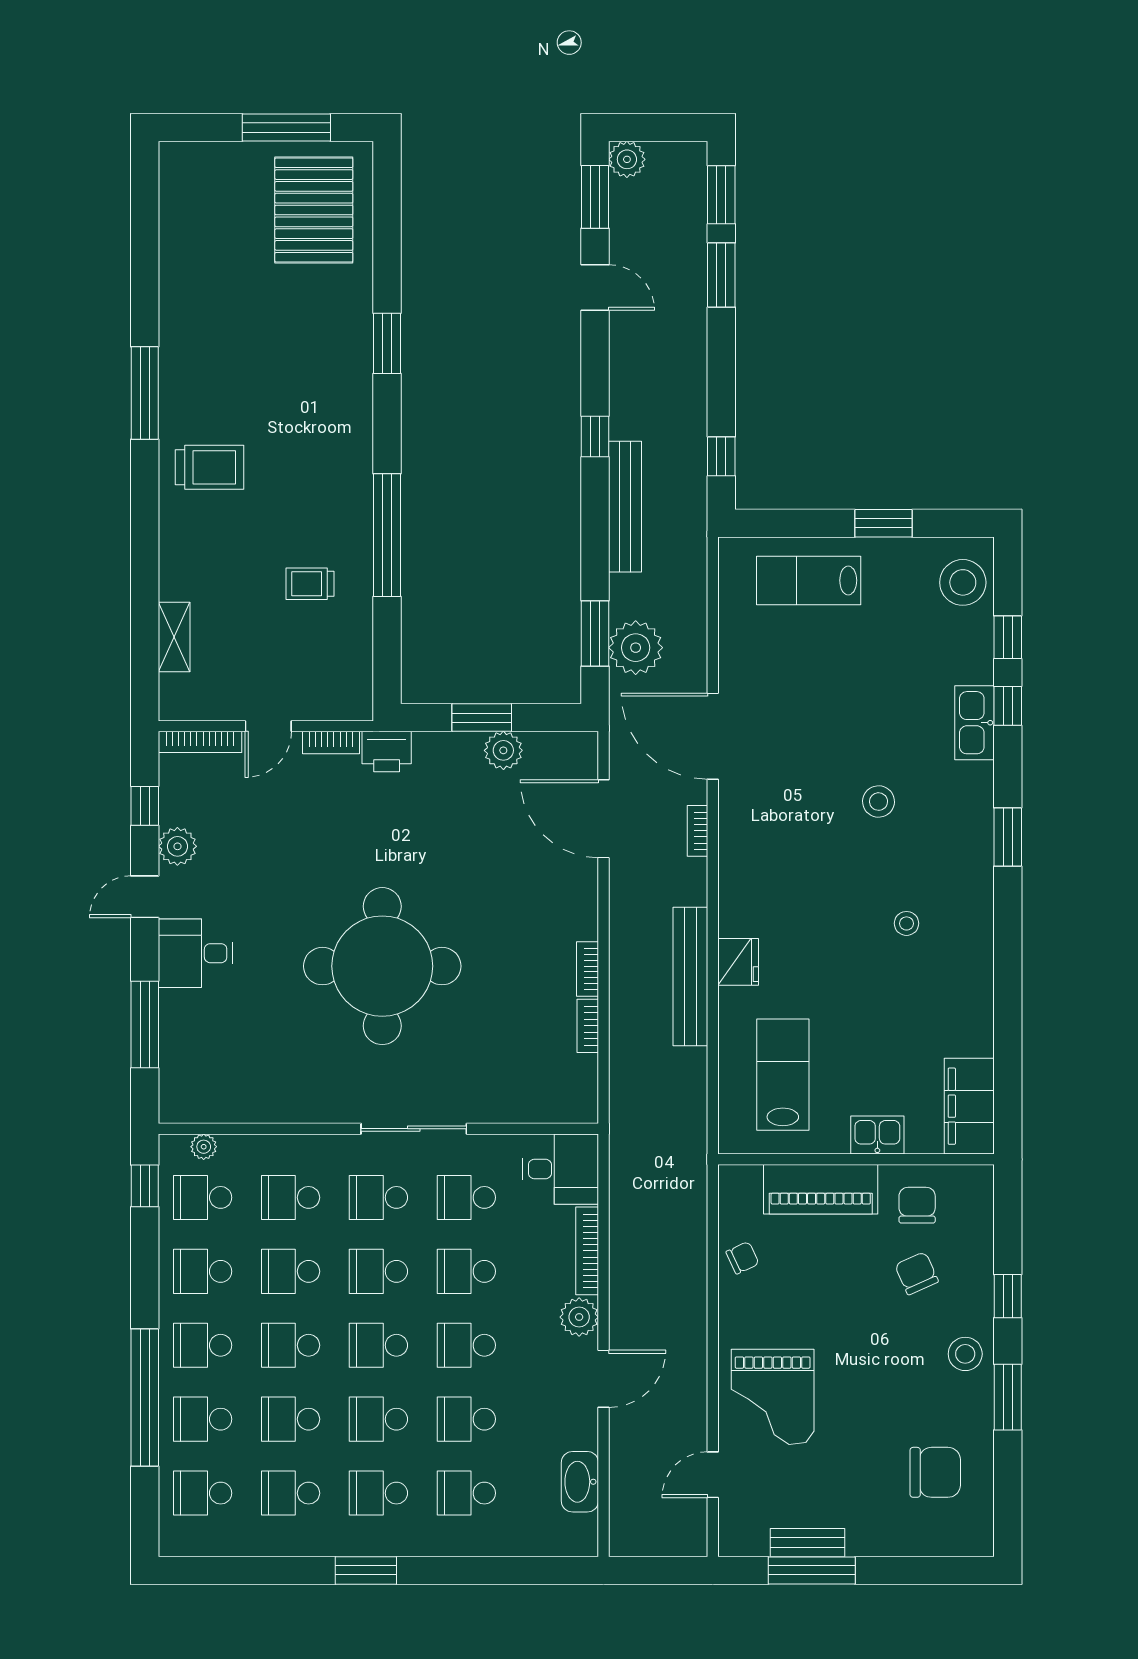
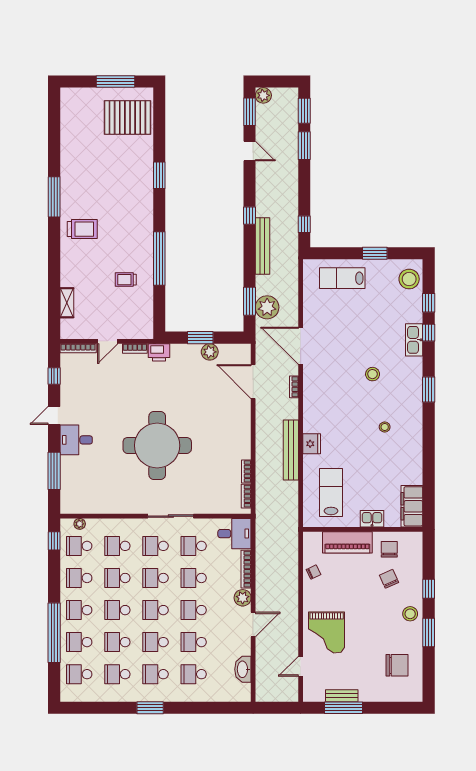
pallet: (314, 210) -> (127, 117), turned 90
plant: (177, 846) -> (68, 394), removed
bookcase: (587, 969) -> (246, 496), moved

